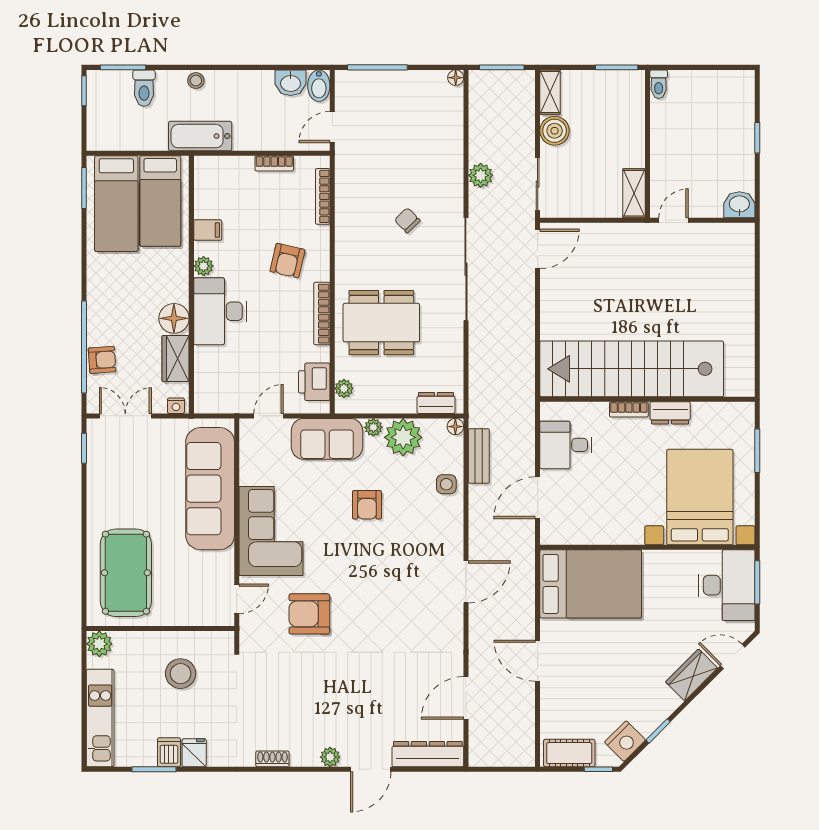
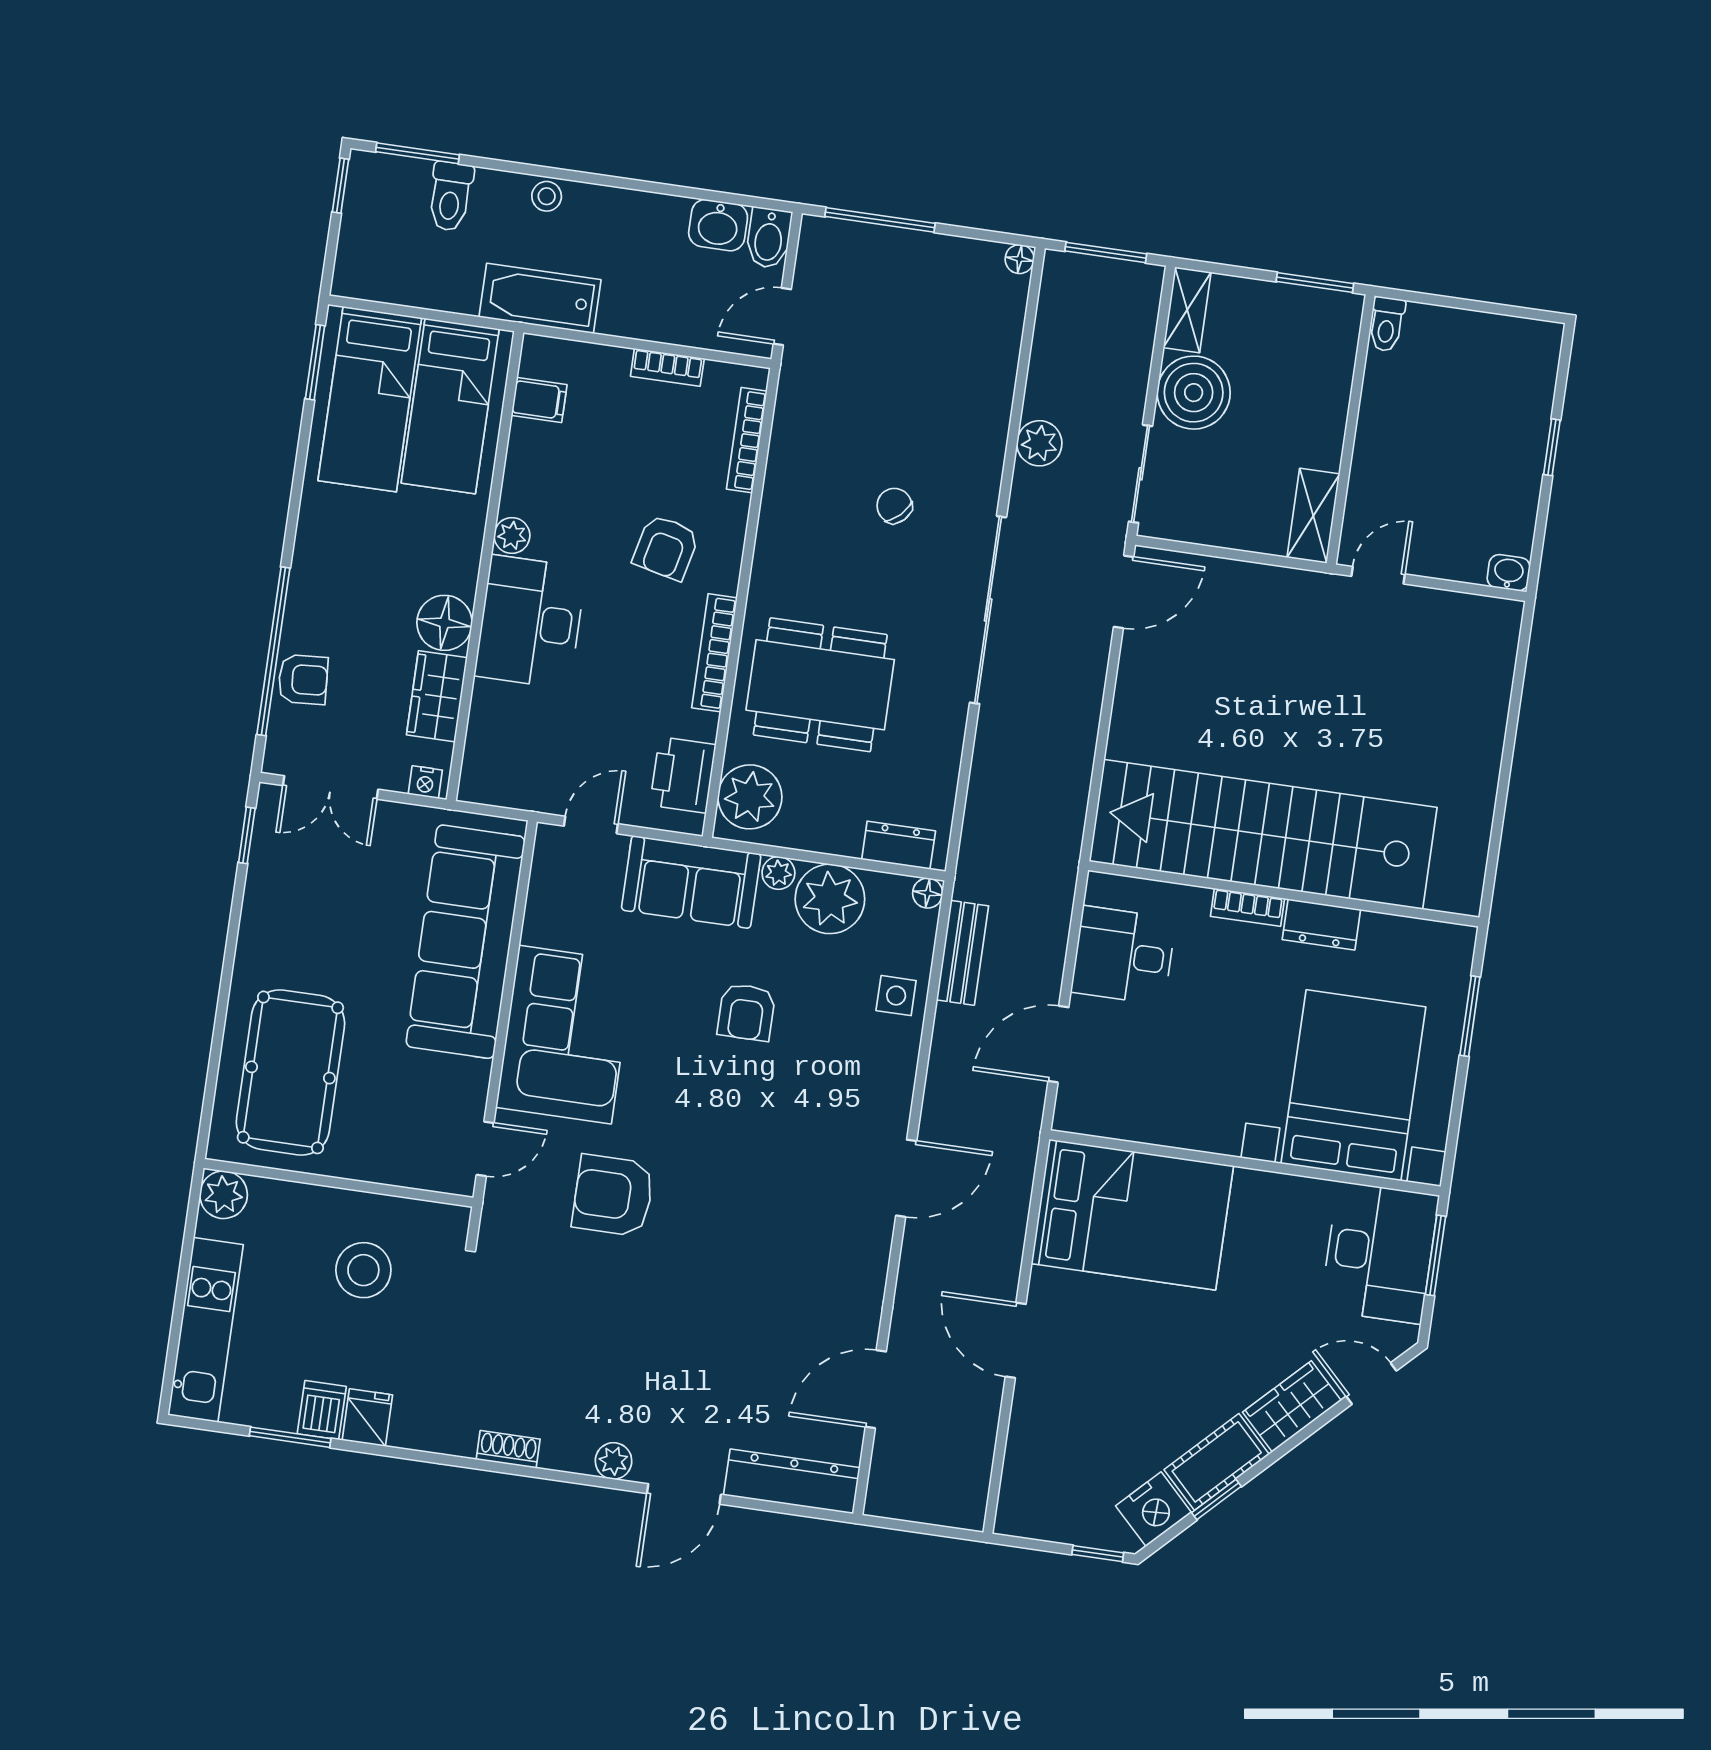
boiler: (555, 131) -> (1194, 393), width x1.37, depth x1.37
washbasin: (739, 205) -> (1509, 573), width x0.72, depth x0.69
filing cabinet: (208, 230) -> (539, 400), moved
plant: (344, 388) -> (750, 797), width x1.87, depth x1.87
double door: (125, 416) -> (330, 787), swing flipped
cot: (569, 753) -> (1217, 1462), moved, turned -45

